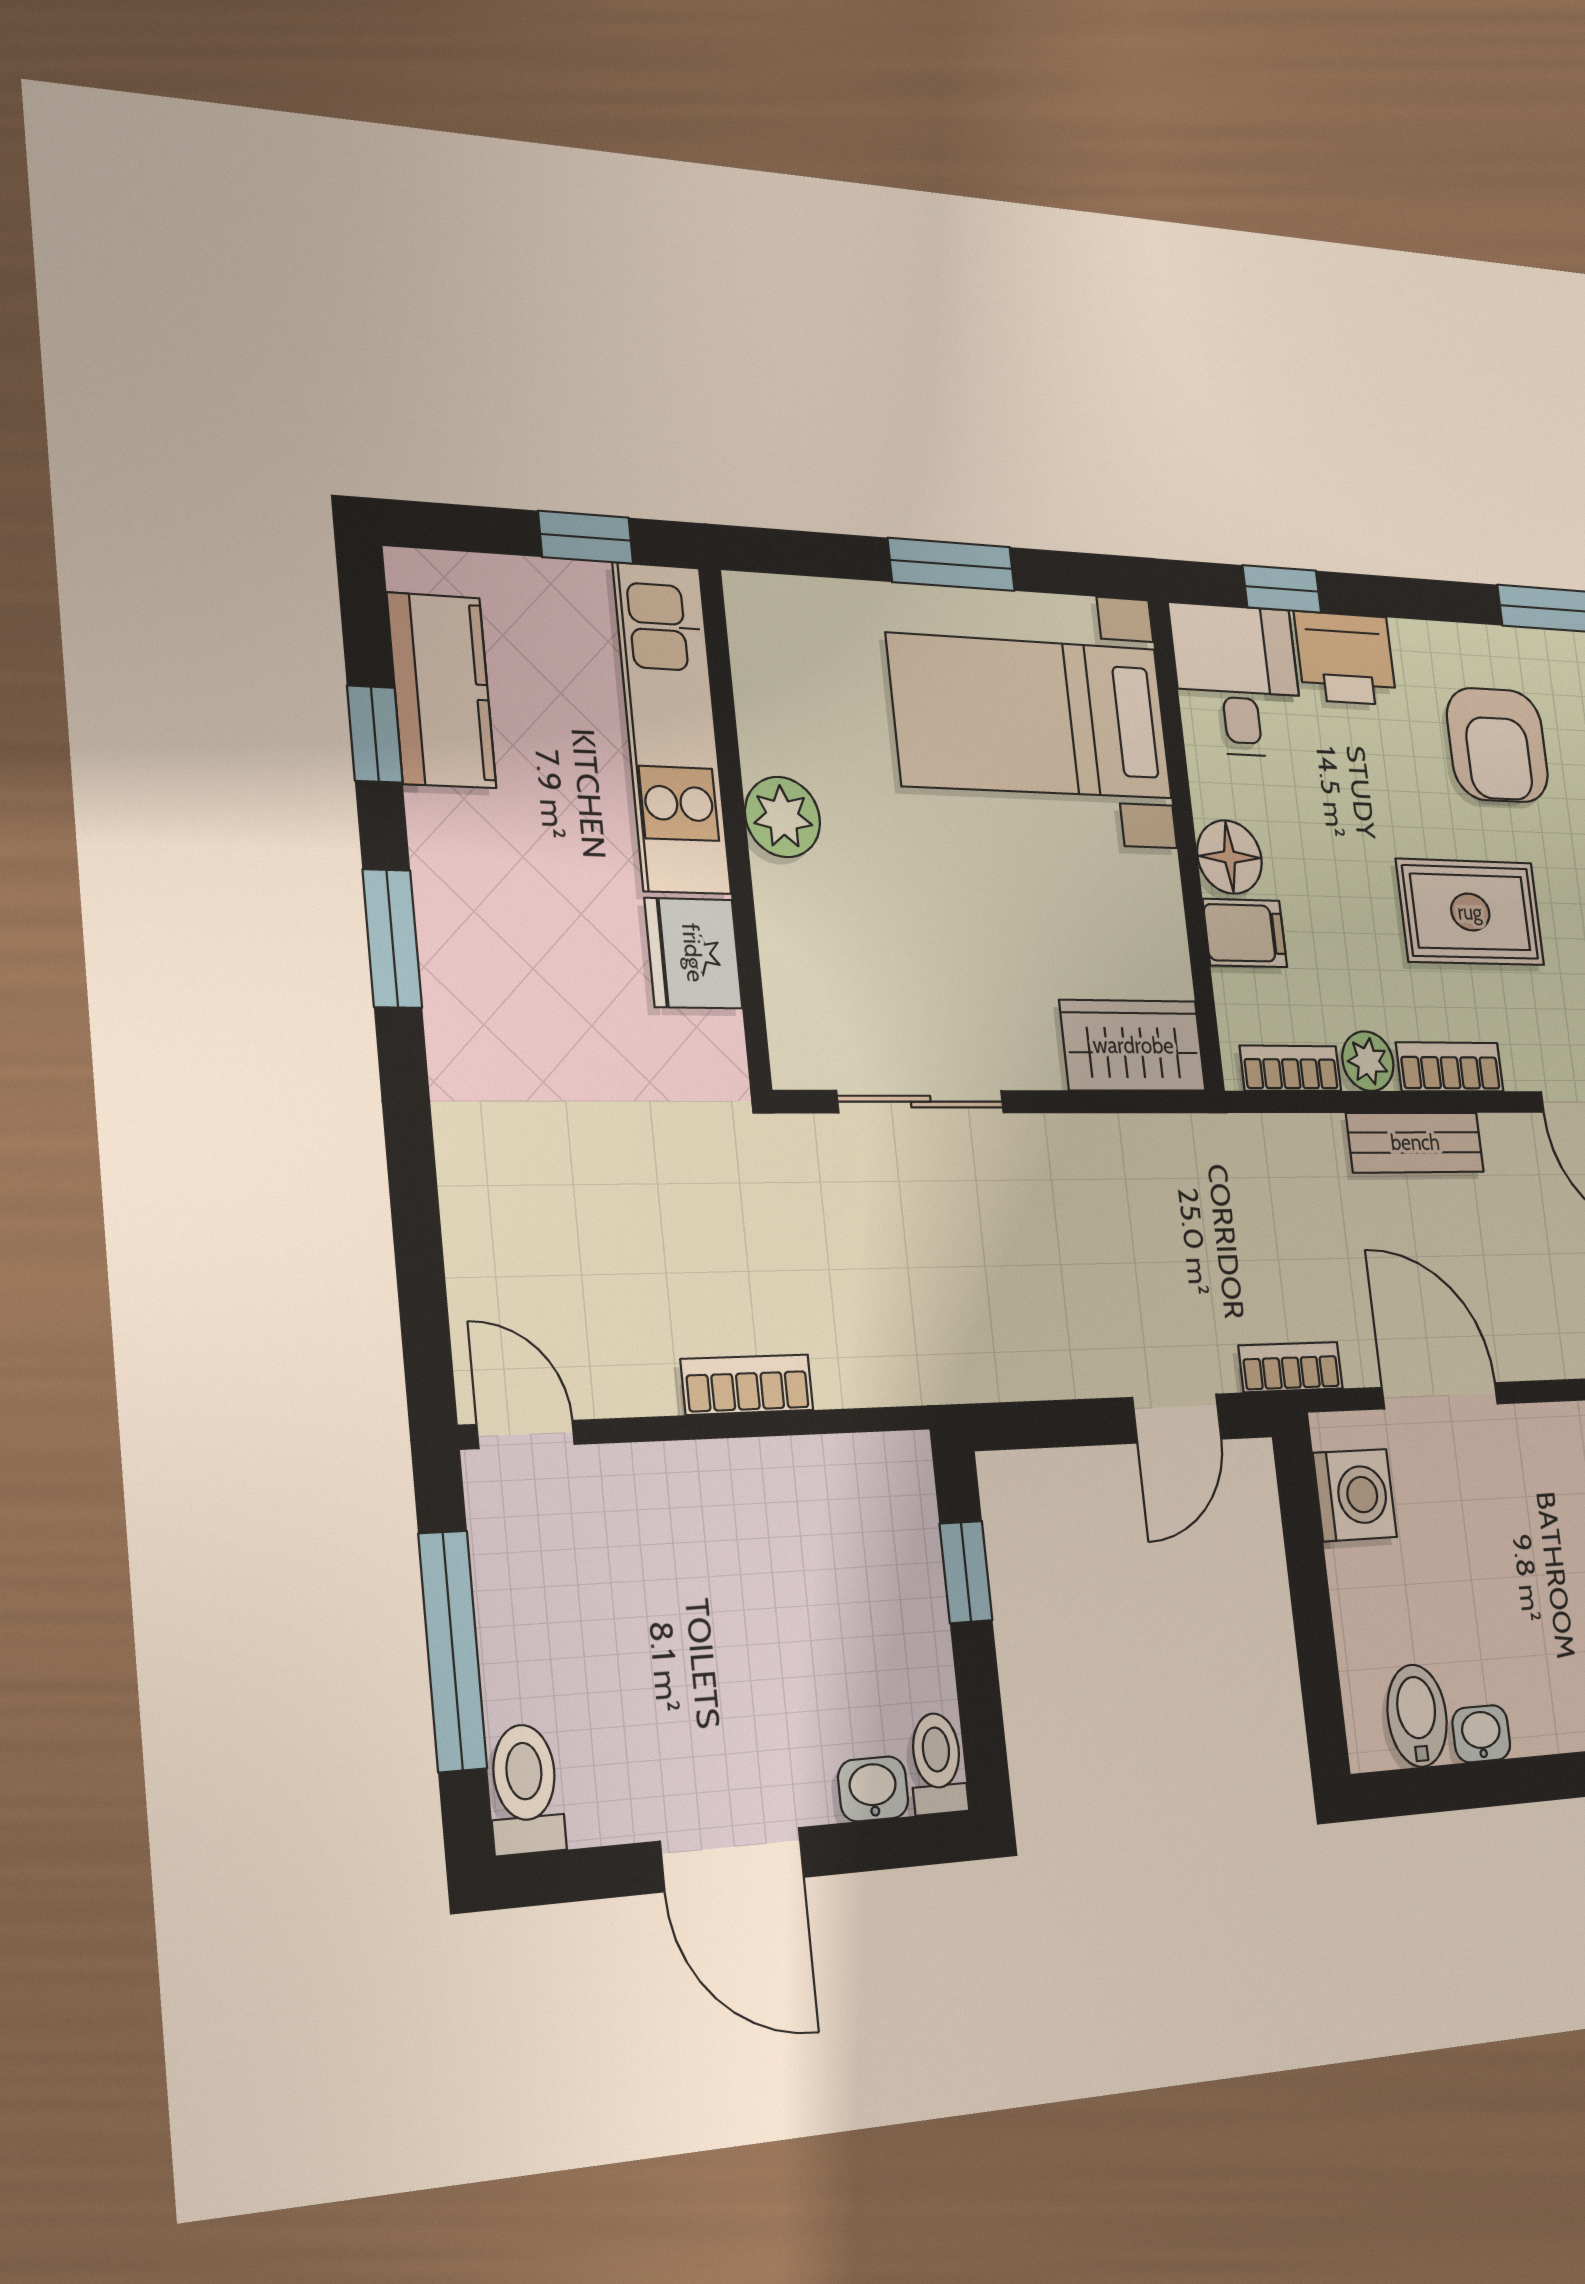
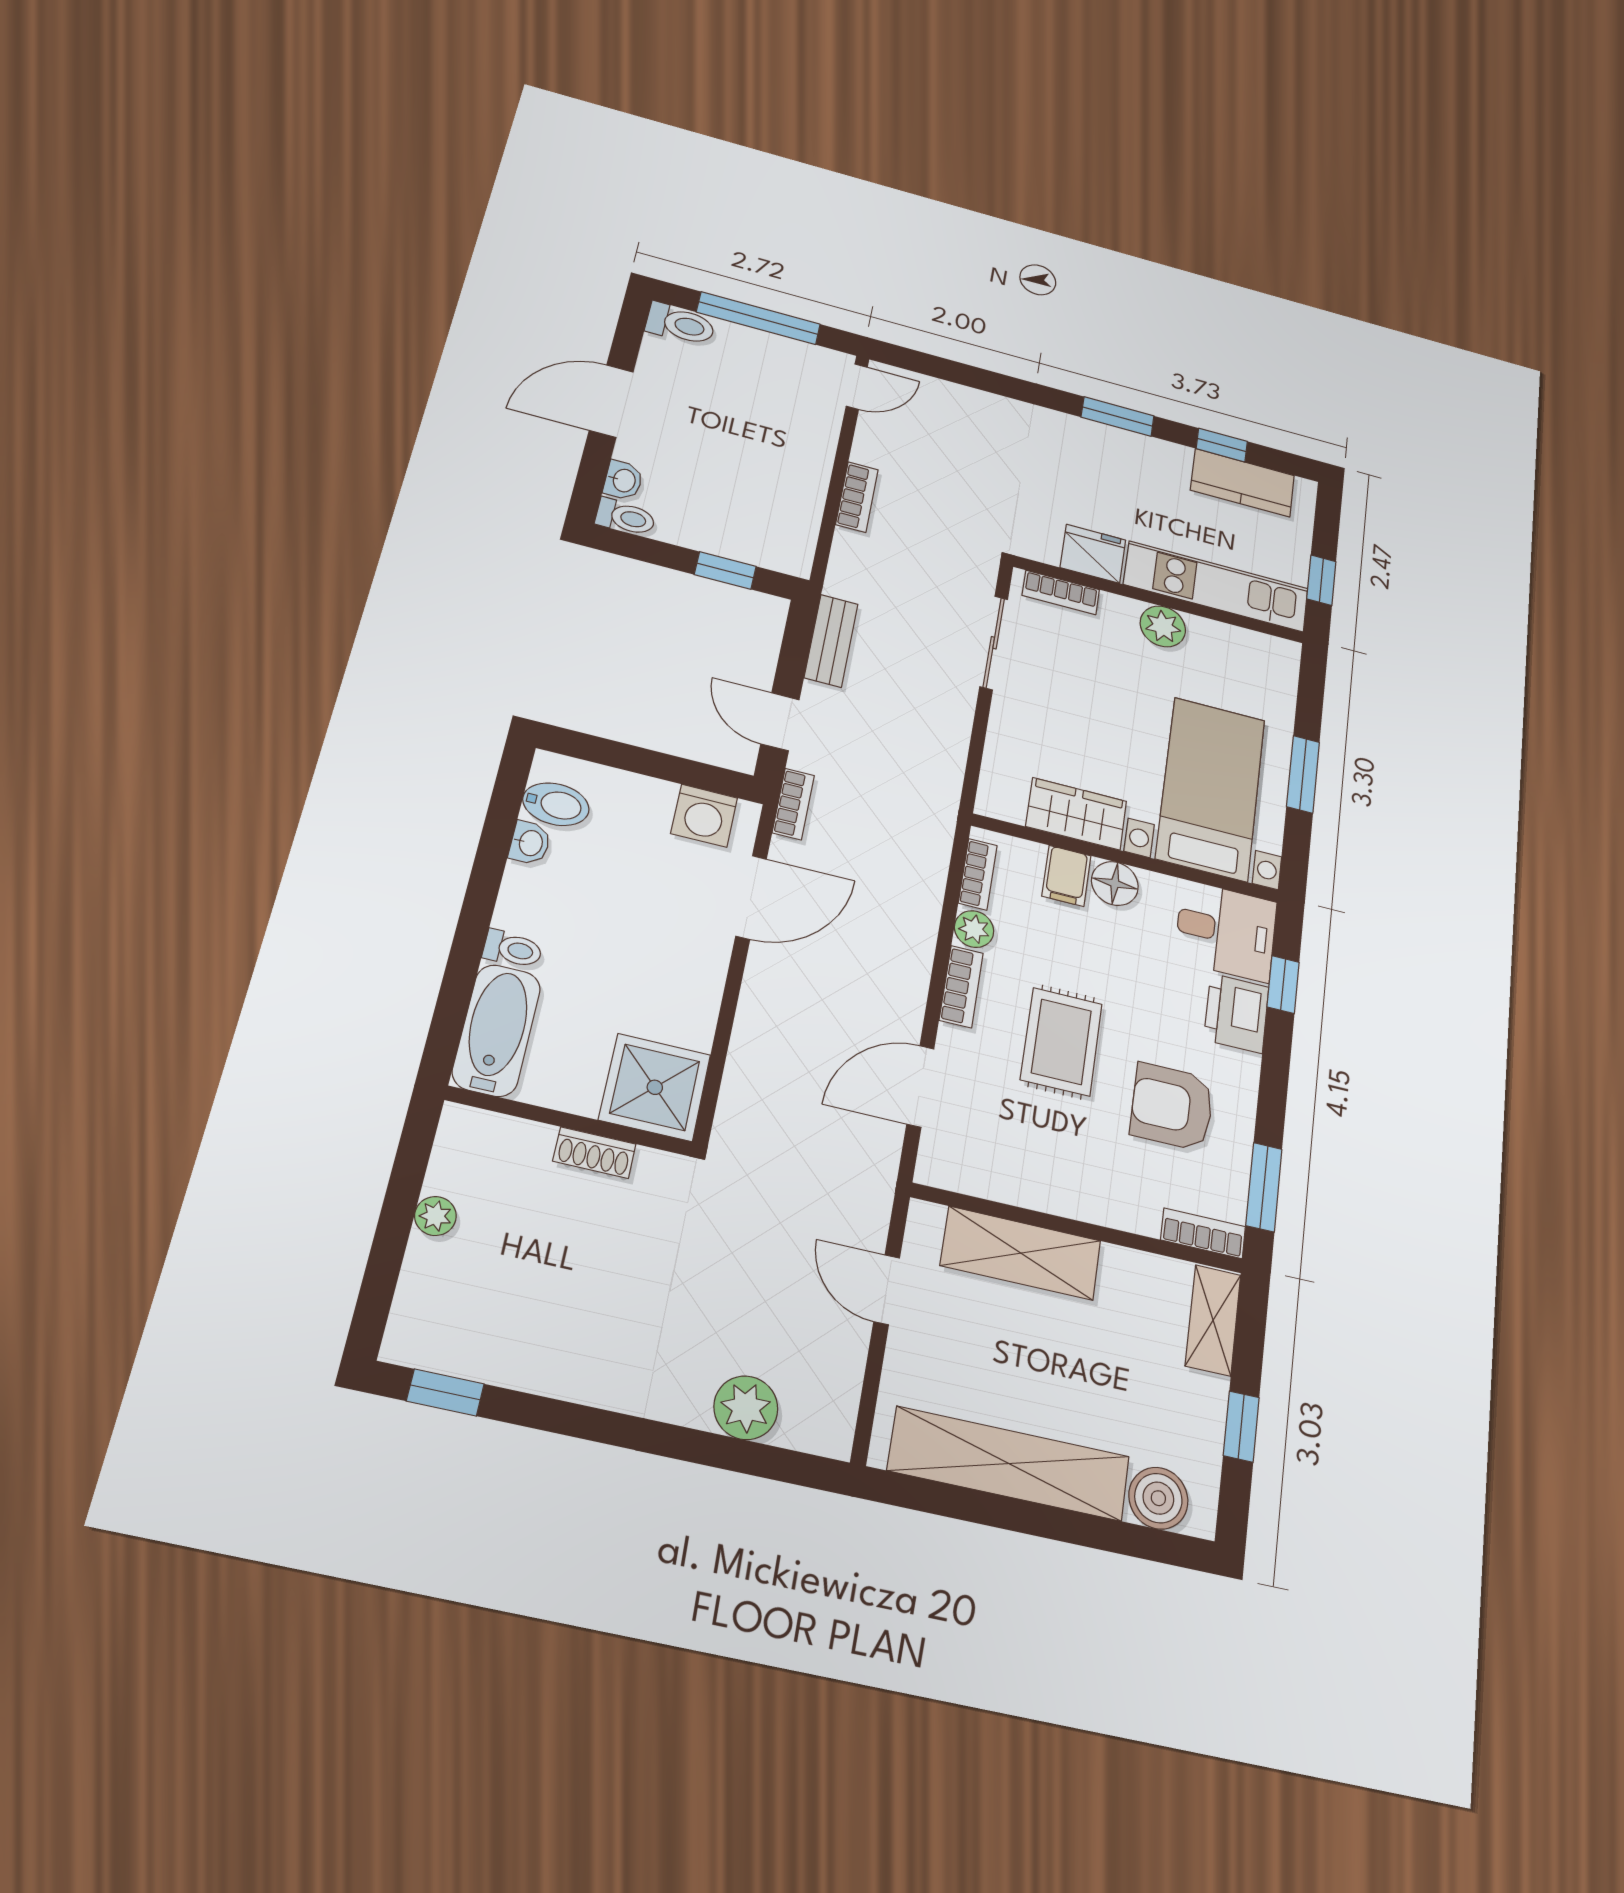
bookcase: (788, 1001) -> (1061, 592), added
wardrobe: (1133, 1045) -> (1076, 814), moved, turned -90
bench: (1415, 1142) -> (831, 641), moved

